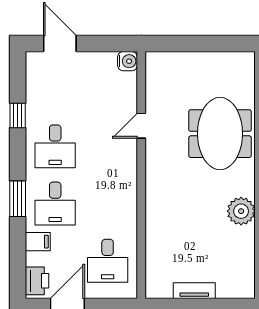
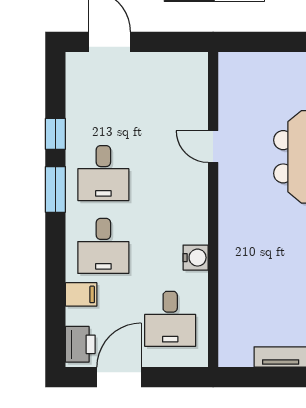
water cooler: (128, 61) -> (196, 258), moved
door: (141, 126) -> (213, 147), hinge flipped
window: (18, 199) -> (55, 189), moved

